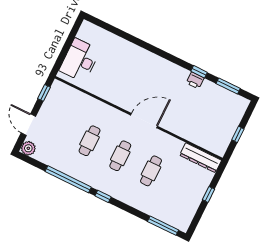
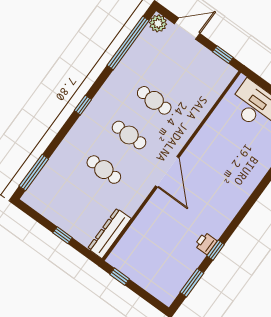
window: (238, 134) -> (120, 277), moved
window: (68, 179) -> (128, 43), moved

